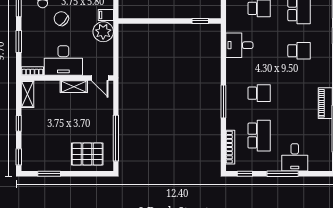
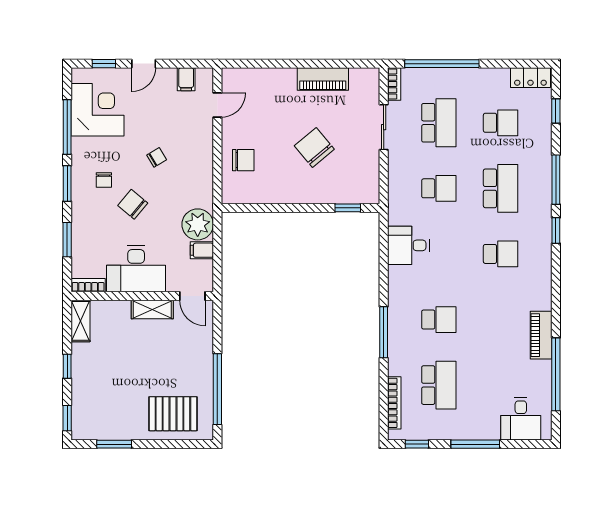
filing cabinet: (106, 15) -> (202, 250), moved
desk: (295, 157) -> (521, 419), moved

